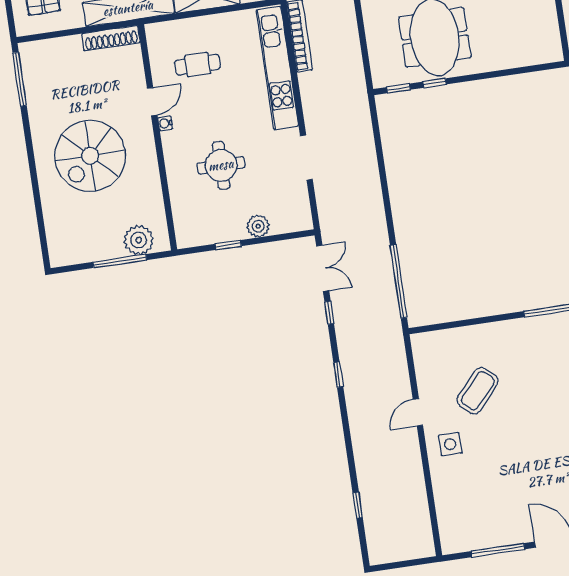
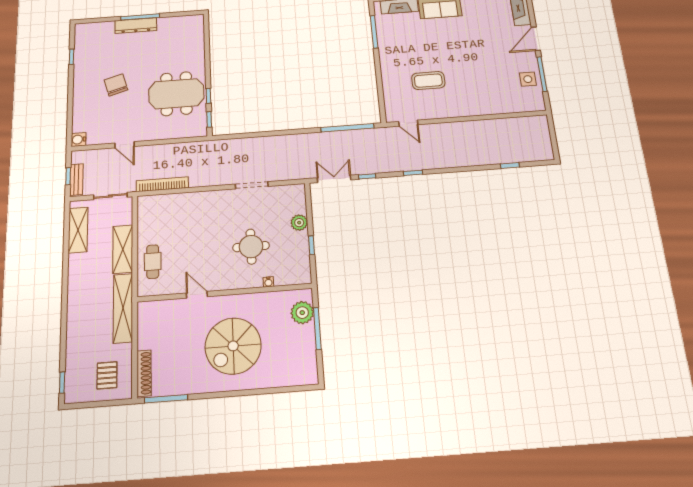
shoe rack: (111, 38) -> (144, 373), moved
cafe table: (198, 65) -> (153, 262), moved
kitchen unit: (277, 68) -> (184, 201), removed
water cooler: (165, 123) -> (268, 282), moved
spiral stairs: (90, 156) -> (233, 346), turned 90
coffee table: (478, 391) -> (428, 81), turned -42
door: (418, 412) -> (408, 123), moved
side table: (450, 444) -> (528, 79), moved

